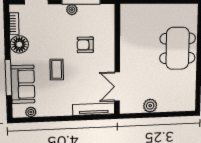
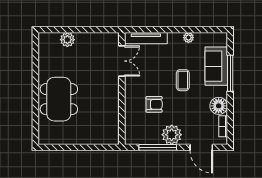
plant: (72, 10) -> (172, 135), width x1.88, depth x1.88
plant: (150, 106) -> (67, 40), moved
plant: (31, 112) -> (188, 38), moved

